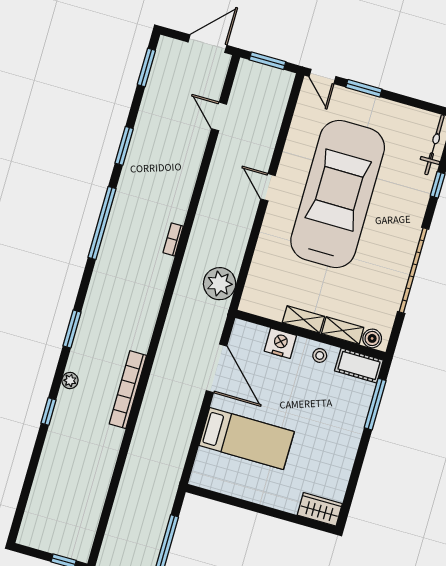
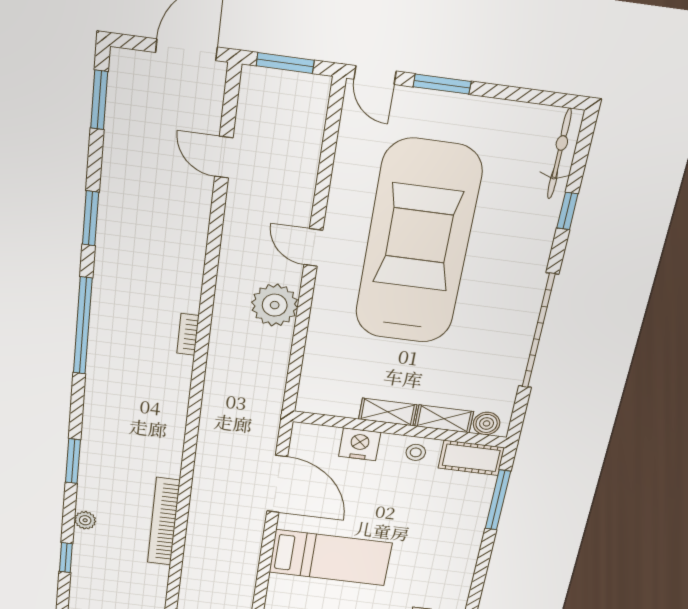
plant: (220, 284) -> (275, 305), moved

